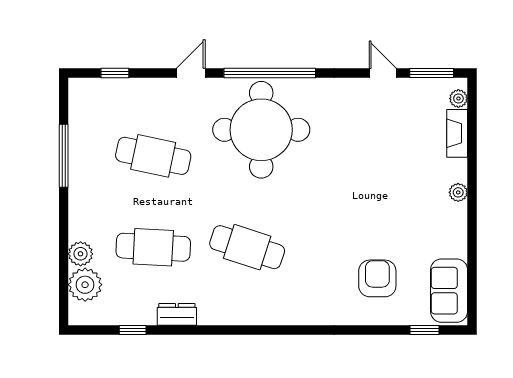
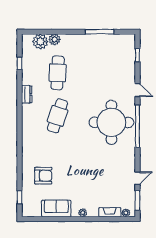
cafe table: (153, 156) -> (99, 73), removed
sofa: (449, 291) -> (56, 209), moved
dresser: (177, 314) -> (27, 94), moved

